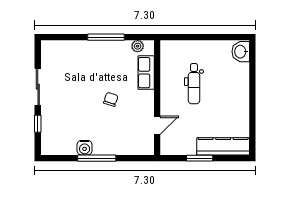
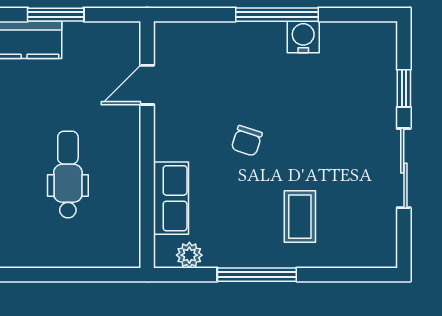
coffee table: (86, 64) -> (300, 217), added

